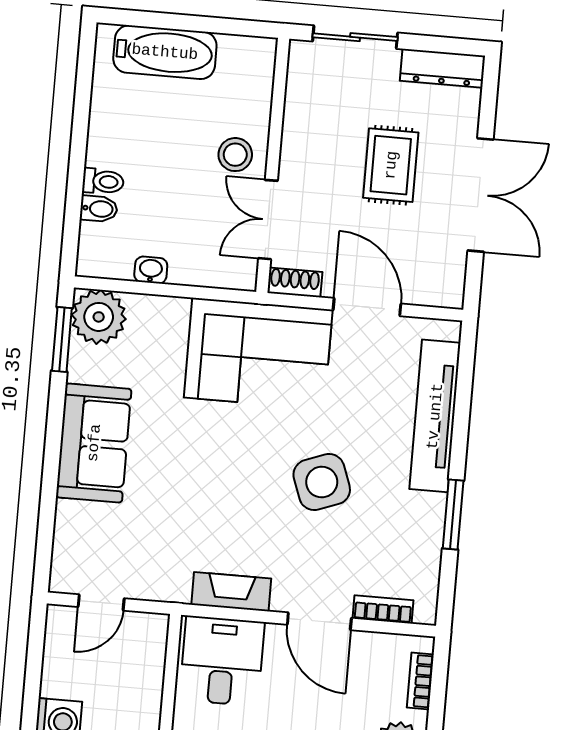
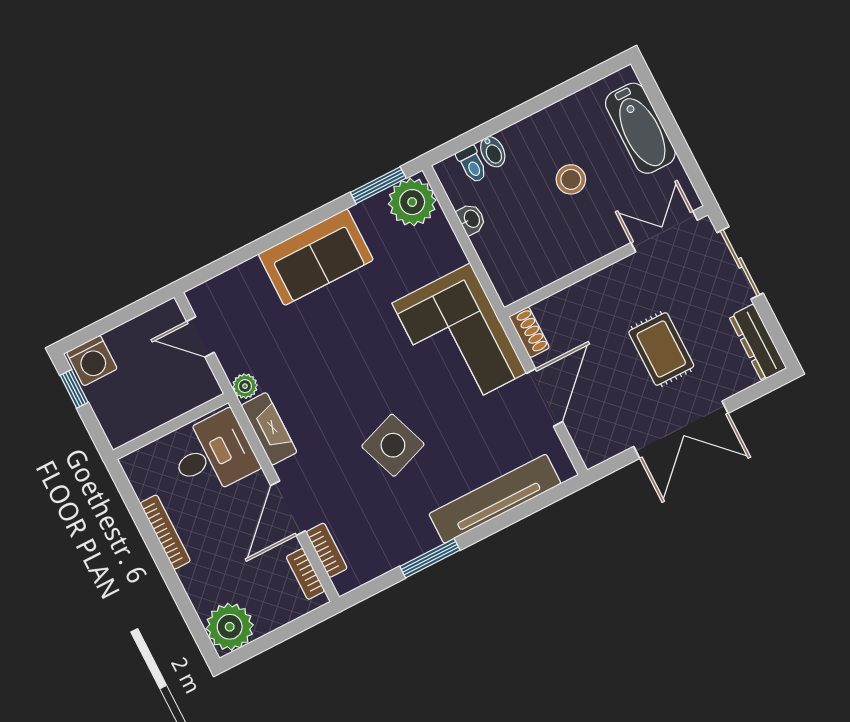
stool: (235, 155) -> (571, 179), moved
rug: (391, 165) -> (661, 349), turned 90
toilet: (103, 181) -> (472, 164), moved
double door: (268, 220) -> (664, 231), moved
plant: (175, 589) -> (245, 386), added
bookcase: (420, 681) -> (305, 574), moved, turned -90

